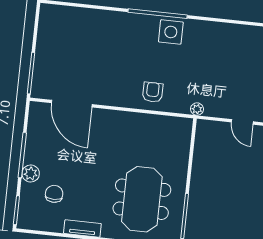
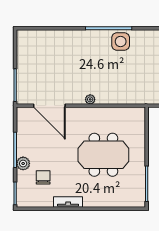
armchair: (153, 92) -> (111, 90), removed
plant: (197, 109) -> (90, 99), moved
meeting table: (142, 199) -> (103, 155), moved, turned 90

